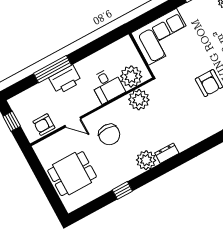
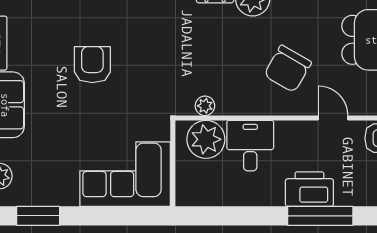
plant: (139, 100) -> (205, 106), width x0.53, depth x0.53
chair: (109, 134) -> (288, 69), turned -150

